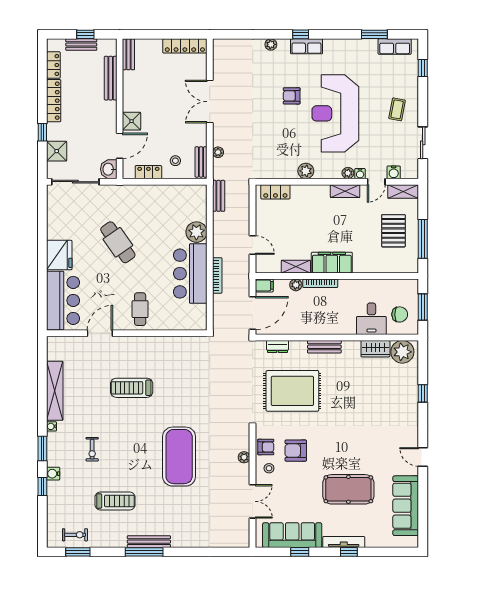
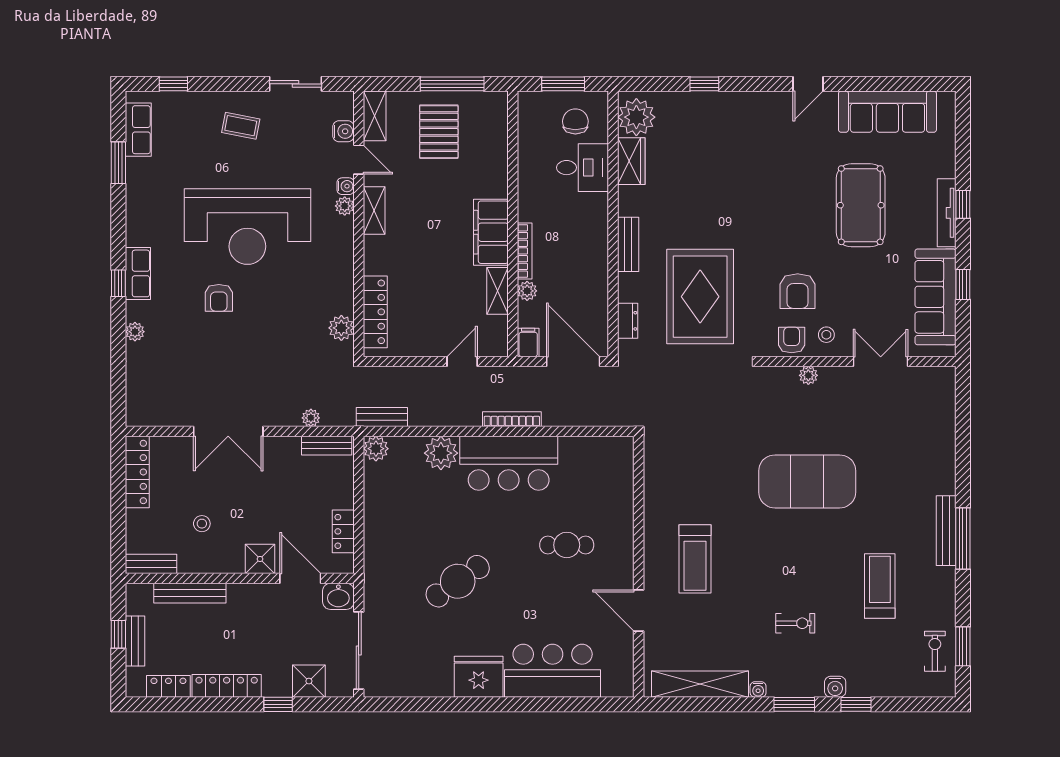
stool: (175, 161) -> (202, 524), moved
plant: (306, 171) -> (341, 328), moved
plant: (199, 192) -> (376, 449), added
locker: (275, 192) -> (375, 312), width x1.53
pallet: (393, 231) -> (439, 132), turned 90
door: (100, 333) -> (639, 611), moved
wall: (127, 333) -> (639, 567), moved

